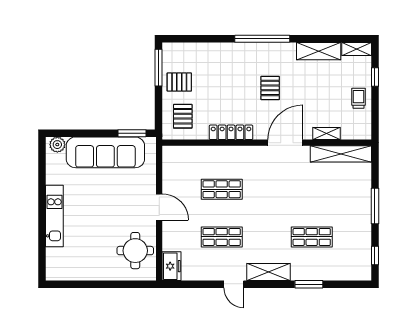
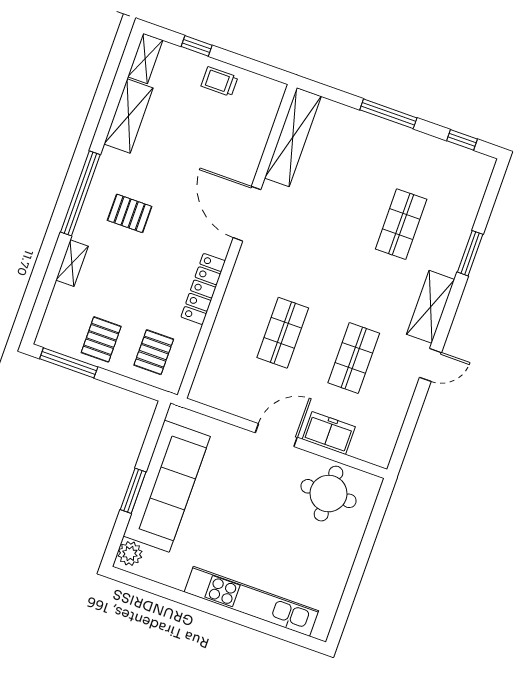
pallet: (270, 88) -> (130, 213), moved
pallet: (183, 116) -> (154, 352), turned 90
window: (132, 133) -> (133, 491), moved
shelving: (326, 134) -> (72, 263), moved
kitchen unit: (54, 216) -> (251, 601), width x1.36
freezer: (171, 266) -> (329, 433), moved

